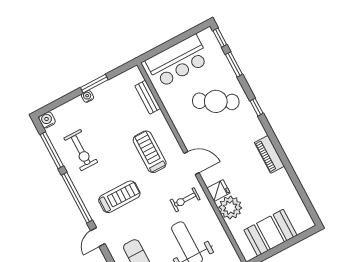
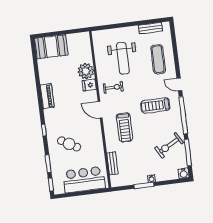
cafe table: (216, 101) -> (69, 144), width x0.73, depth x0.74
exercise bike: (81, 150) -> (169, 145), turned -119
booth: (271, 233) -> (51, 47), moved
door: (98, 237) -> (179, 84), swing flipped

